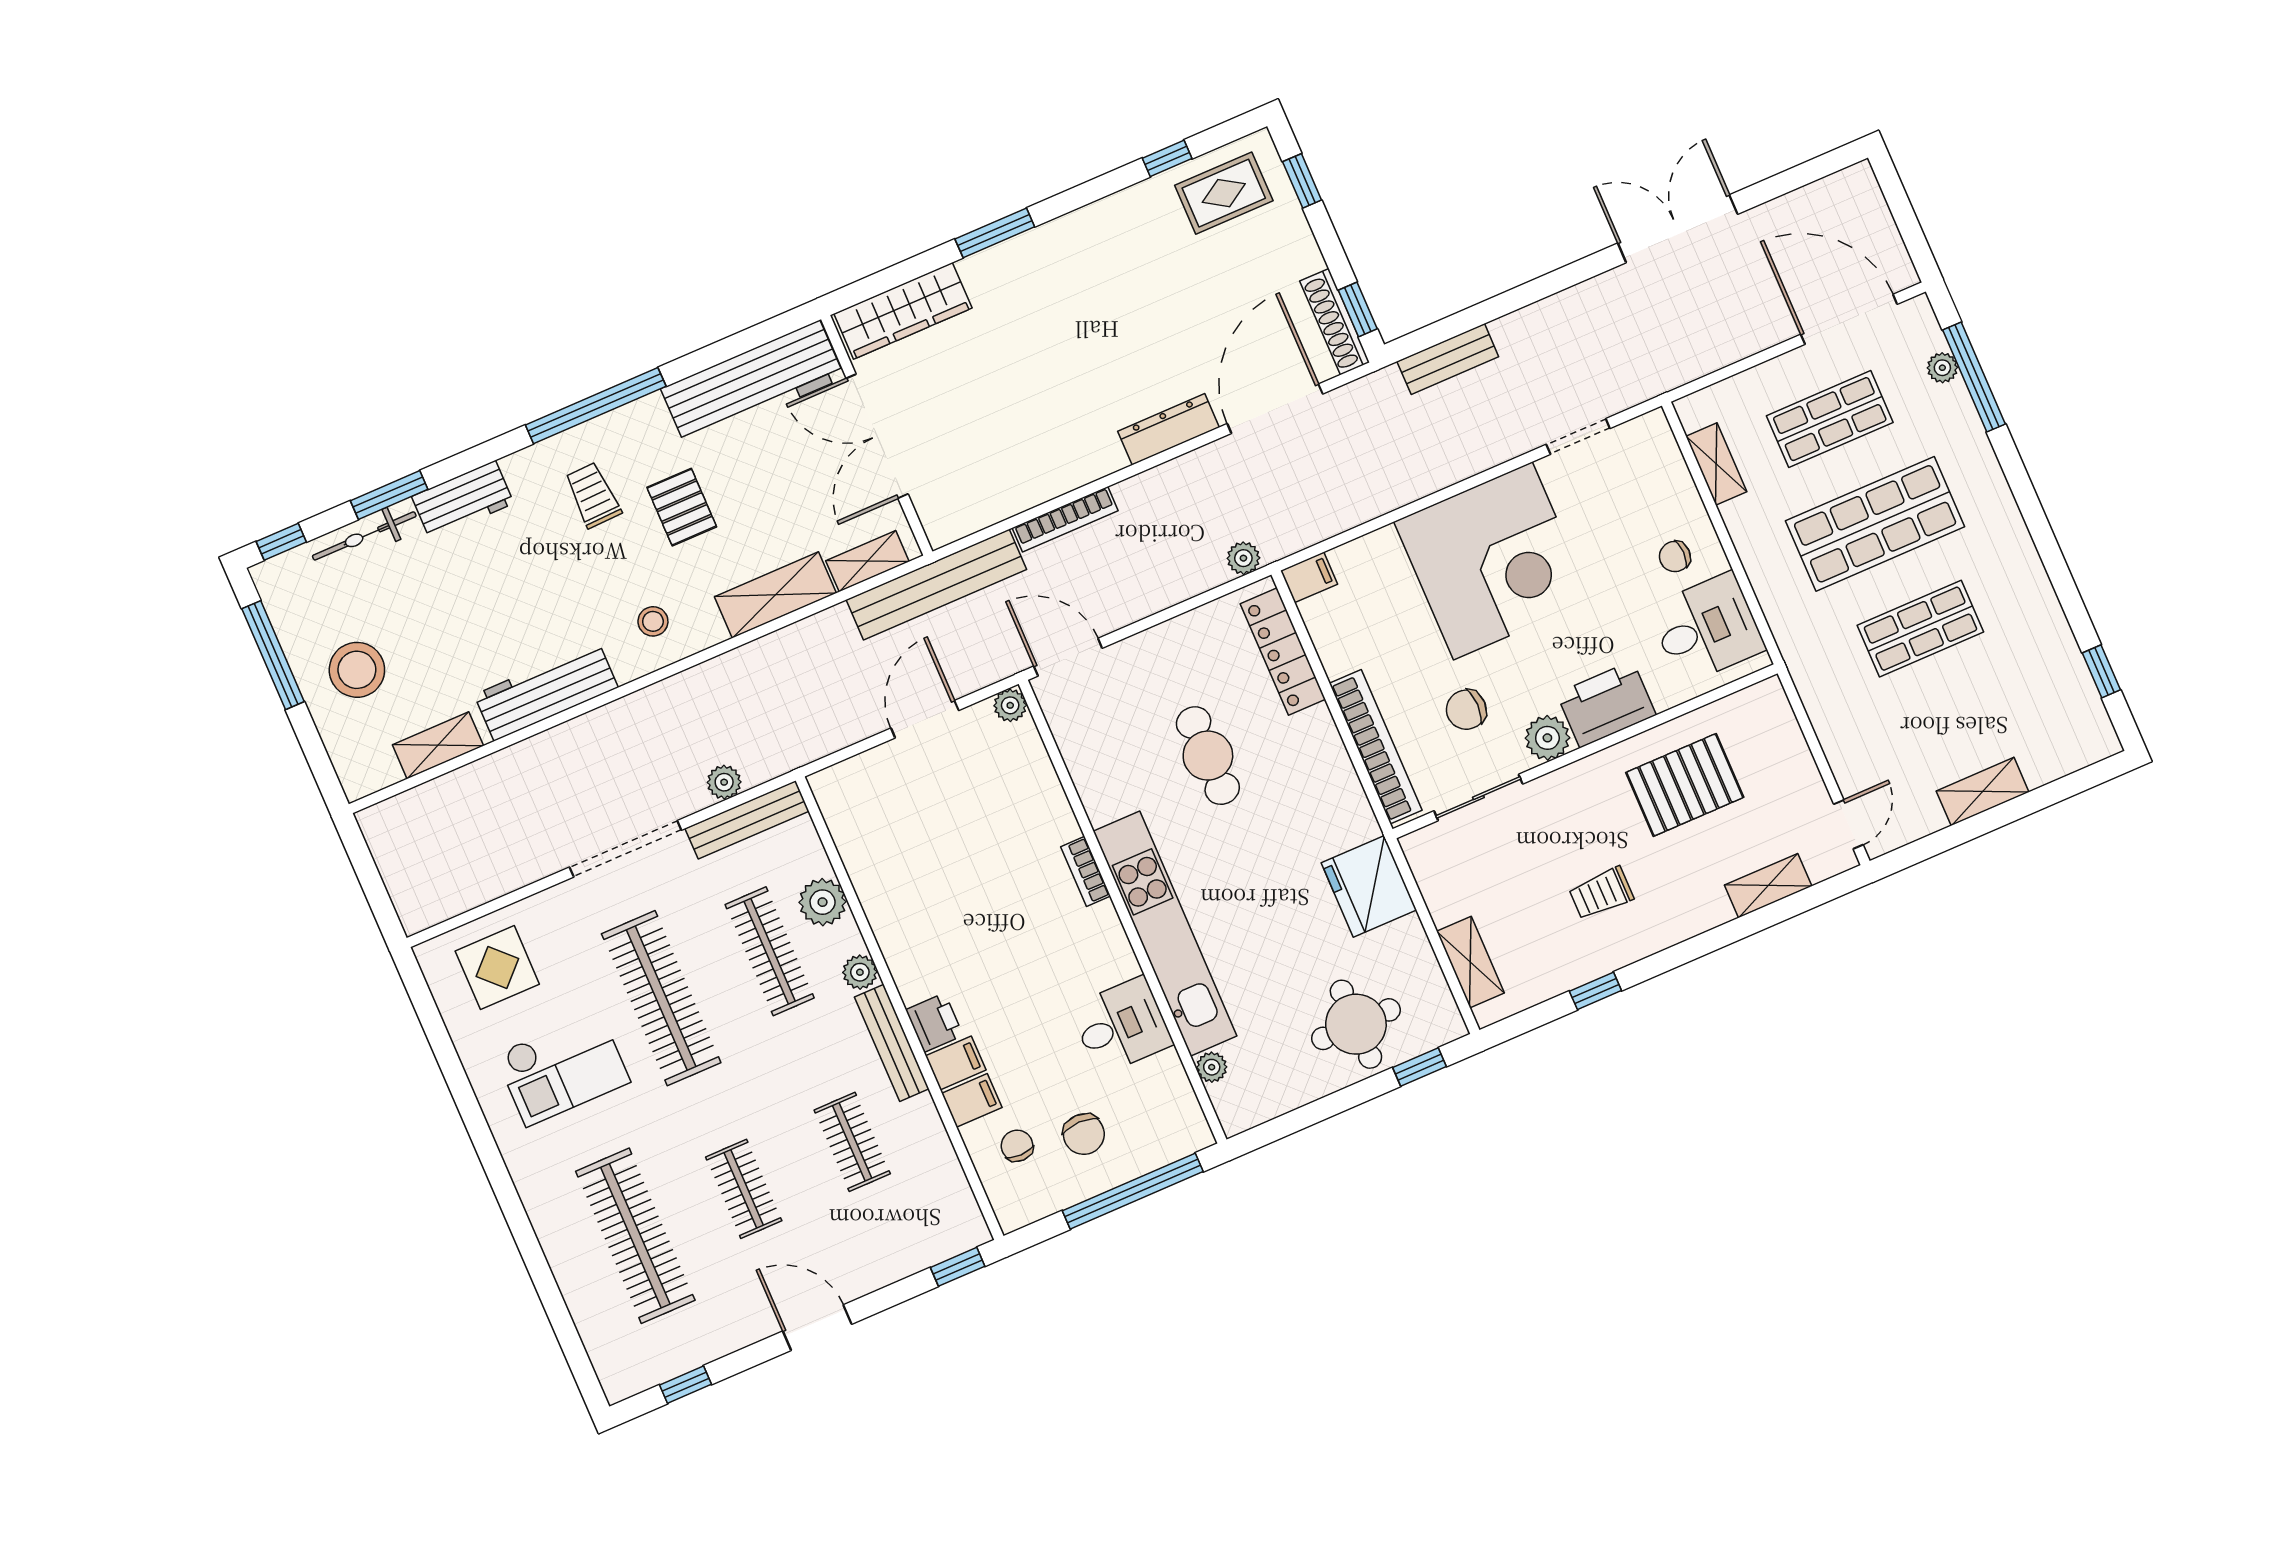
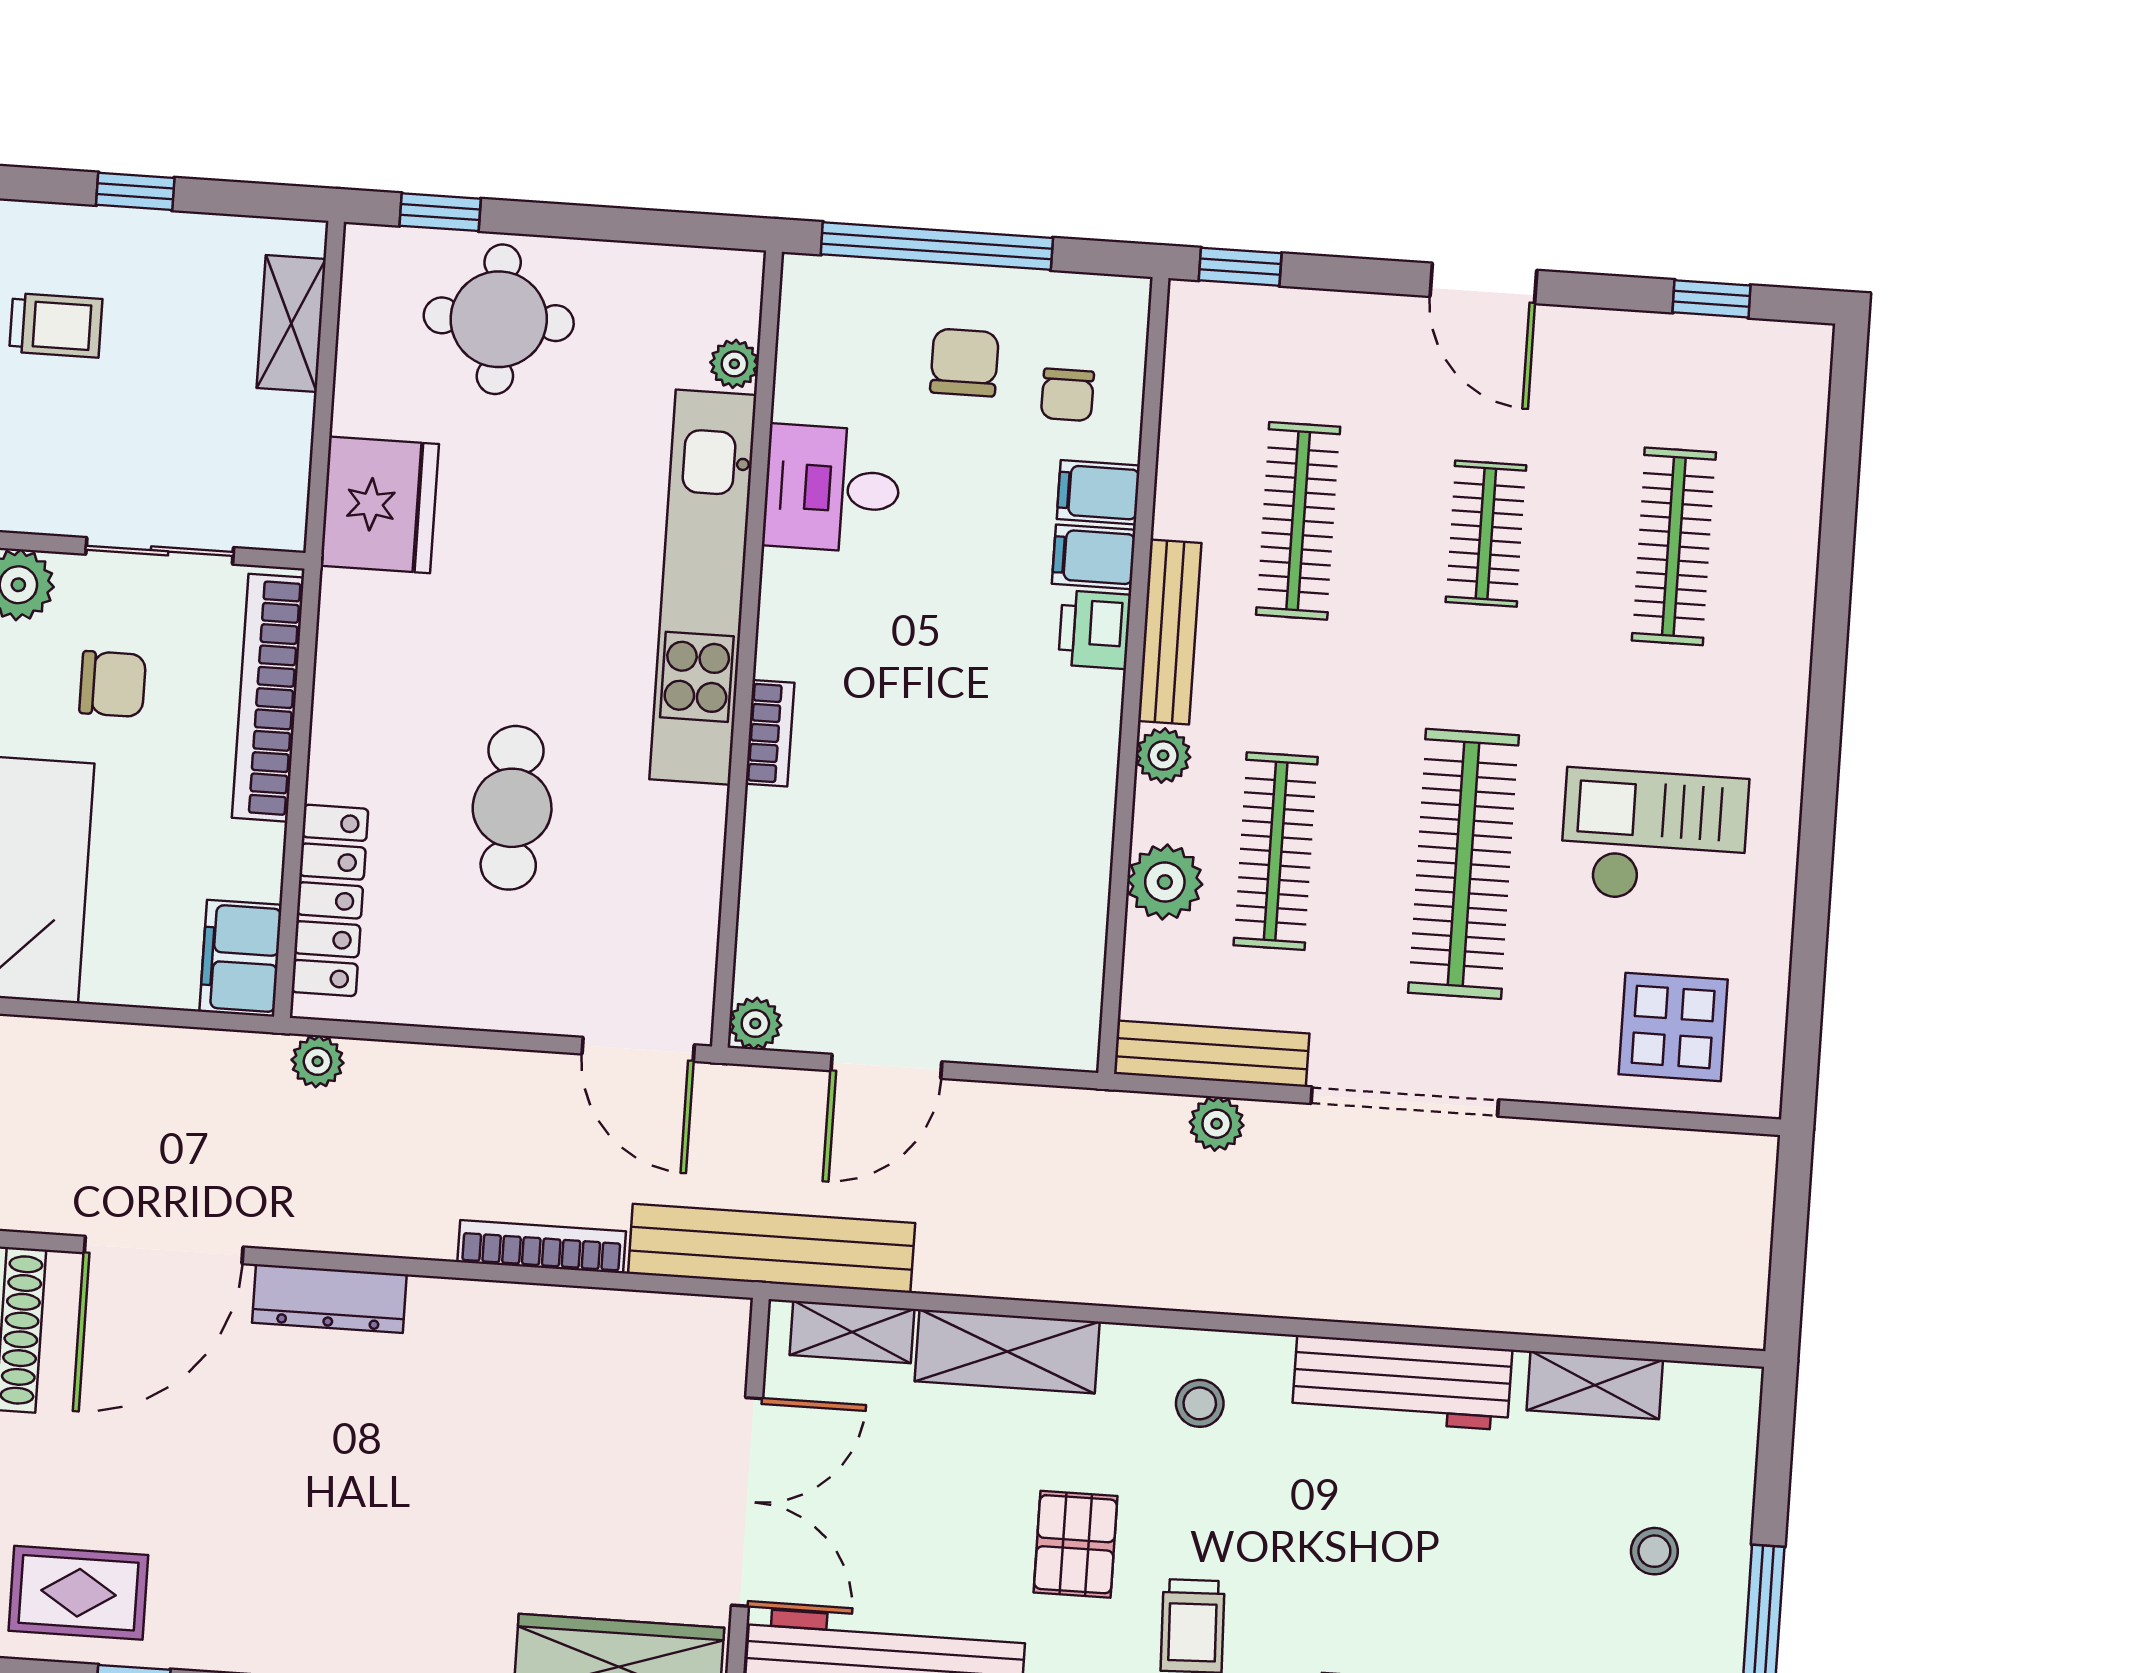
filing cabinet: (1309, 577) -> (241, 958), width x2.00
stool: (357, 670) -> (1654, 1551), width x0.53, depth x0.53
clothes rail: (852, 1142) -> (1298, 521), width x1.36
clothes rail: (635, 1236) -> (1674, 546), width x0.73, depth x0.76

